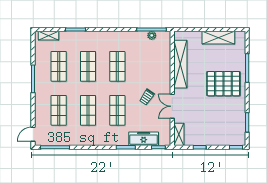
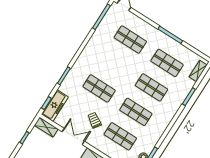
shop shelf: (88, 110) -> (120, 136), moved
freezer: (144, 139) -> (55, 106), moved

